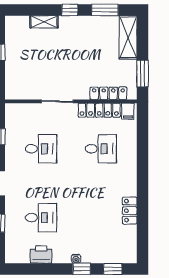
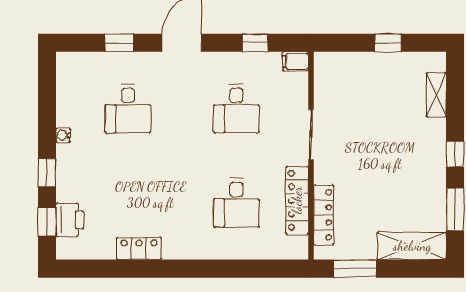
shelving: (44, 22) -> (436, 95), moved
filing cabinet: (128, 111) -> (295, 61), moved
printer: (41, 254) -> (70, 220), moved
water cooler: (76, 259) -> (63, 135), moved

